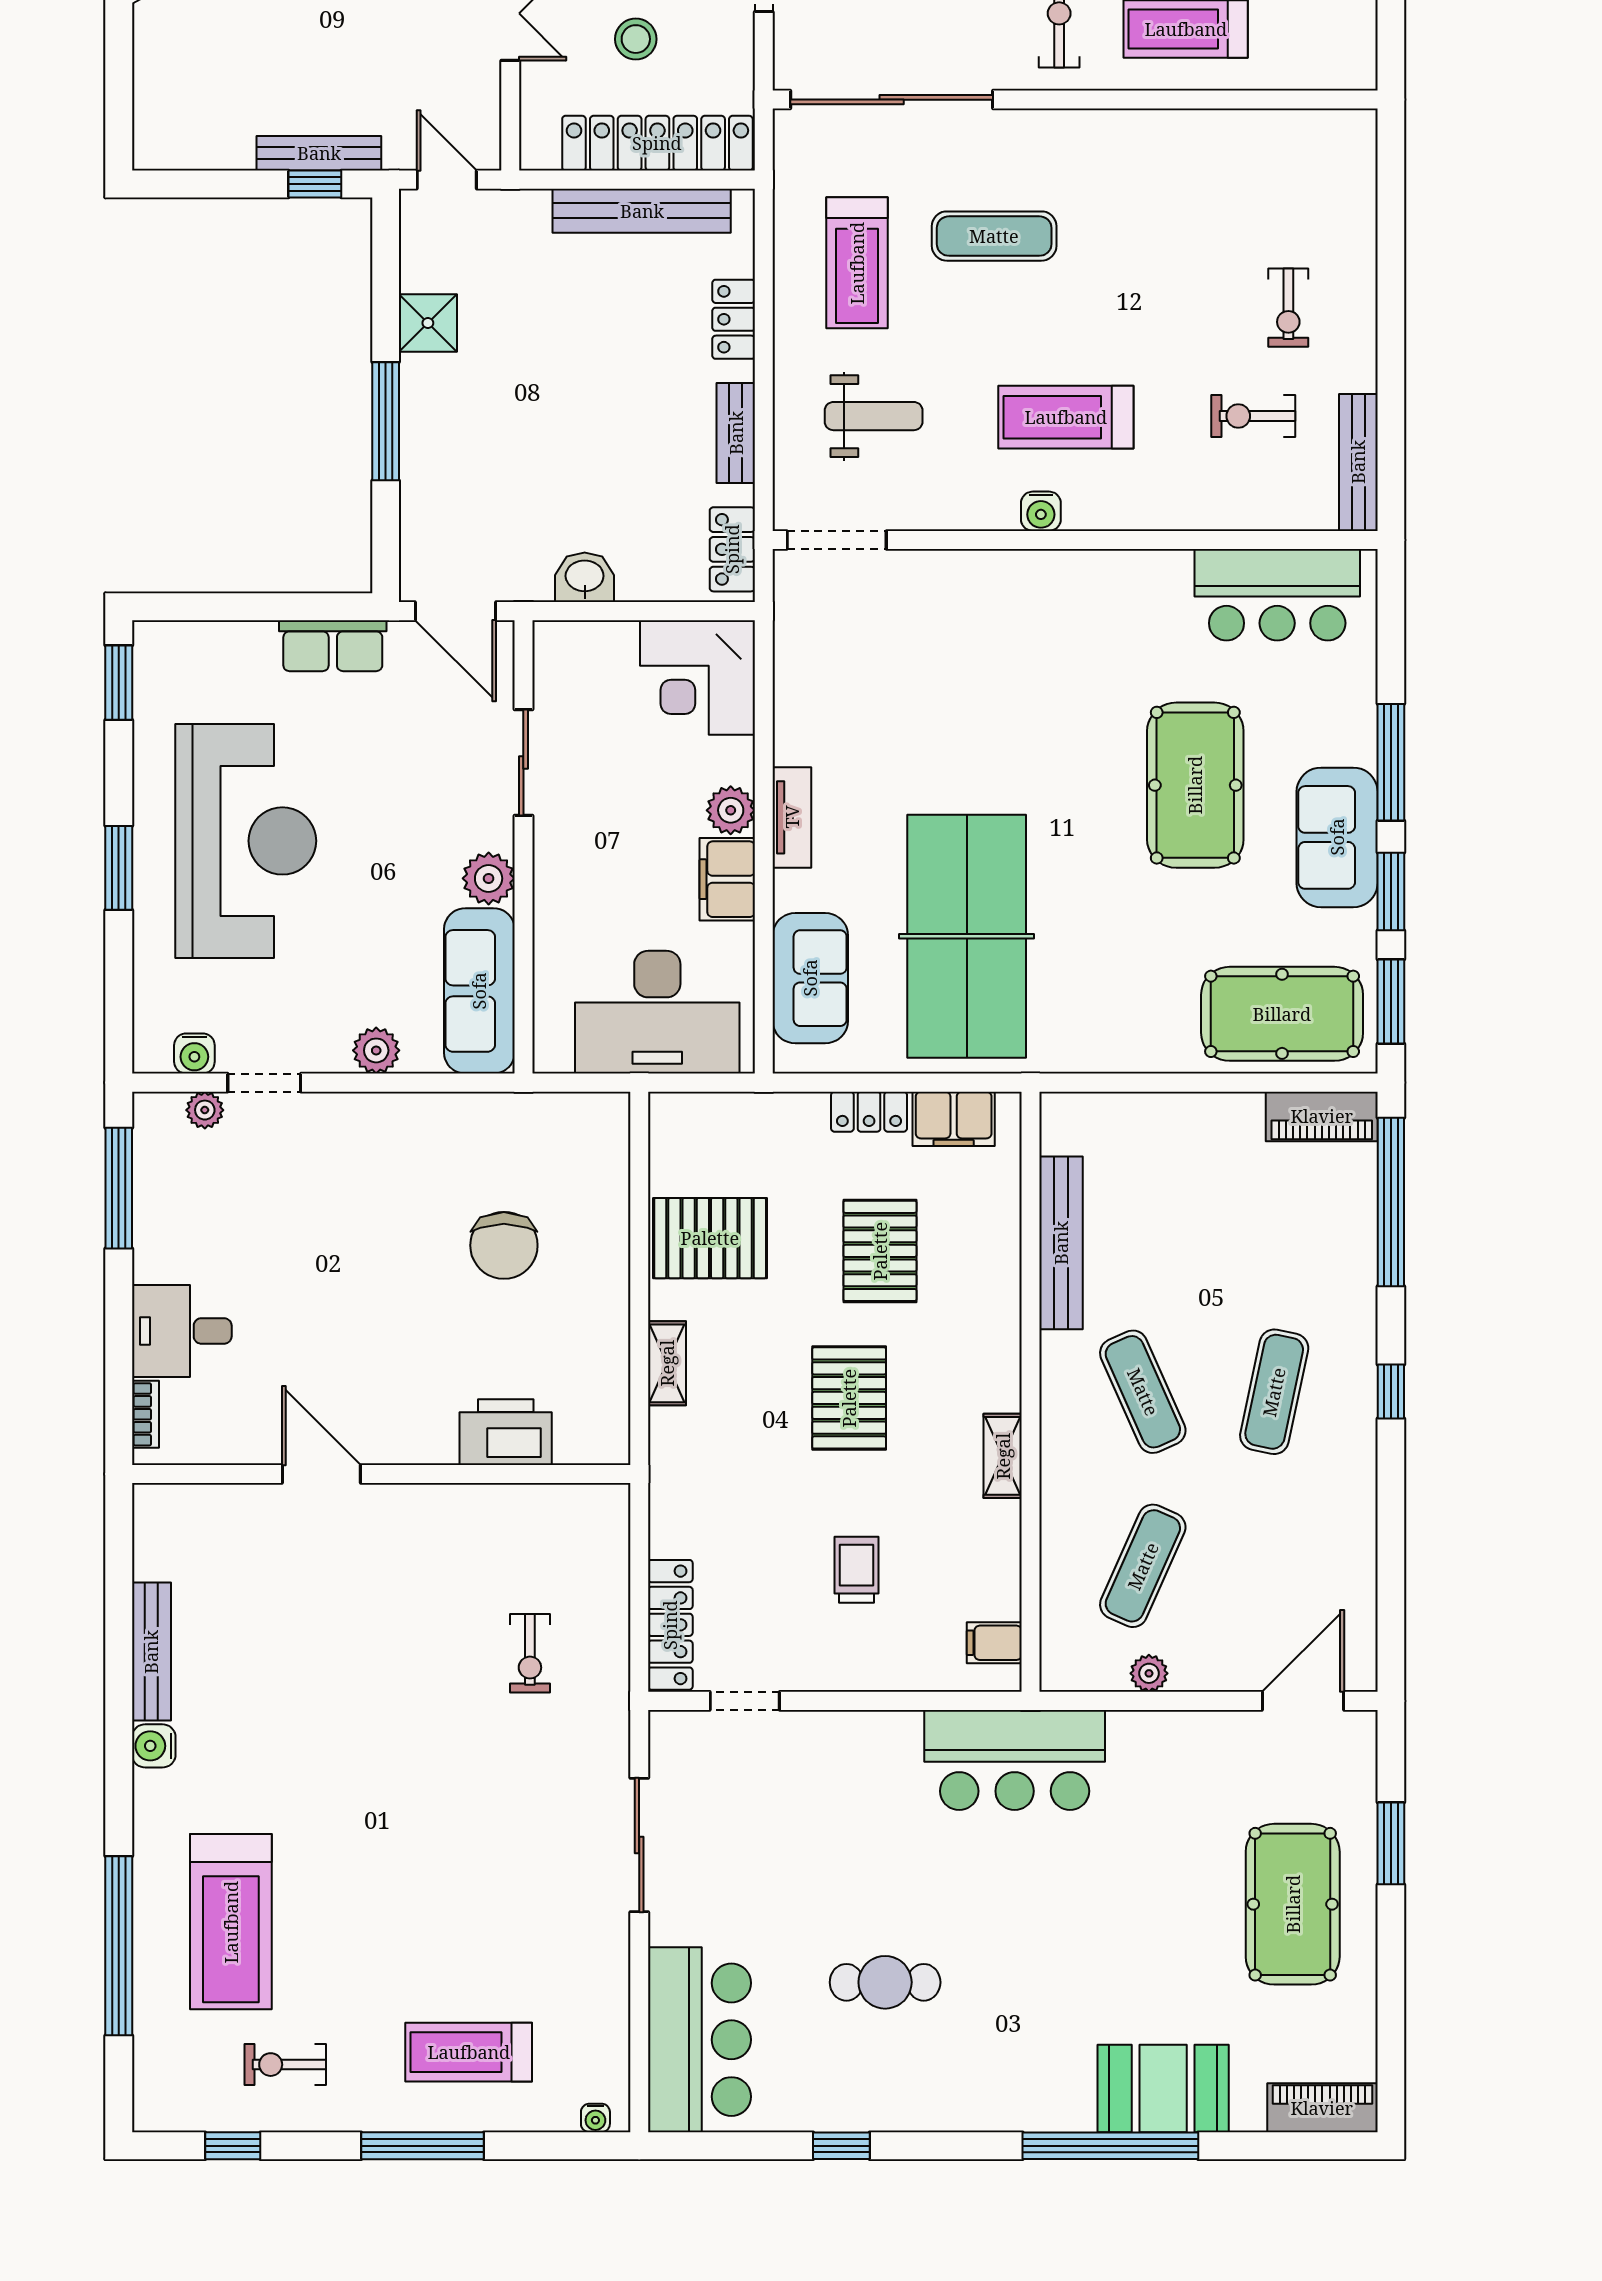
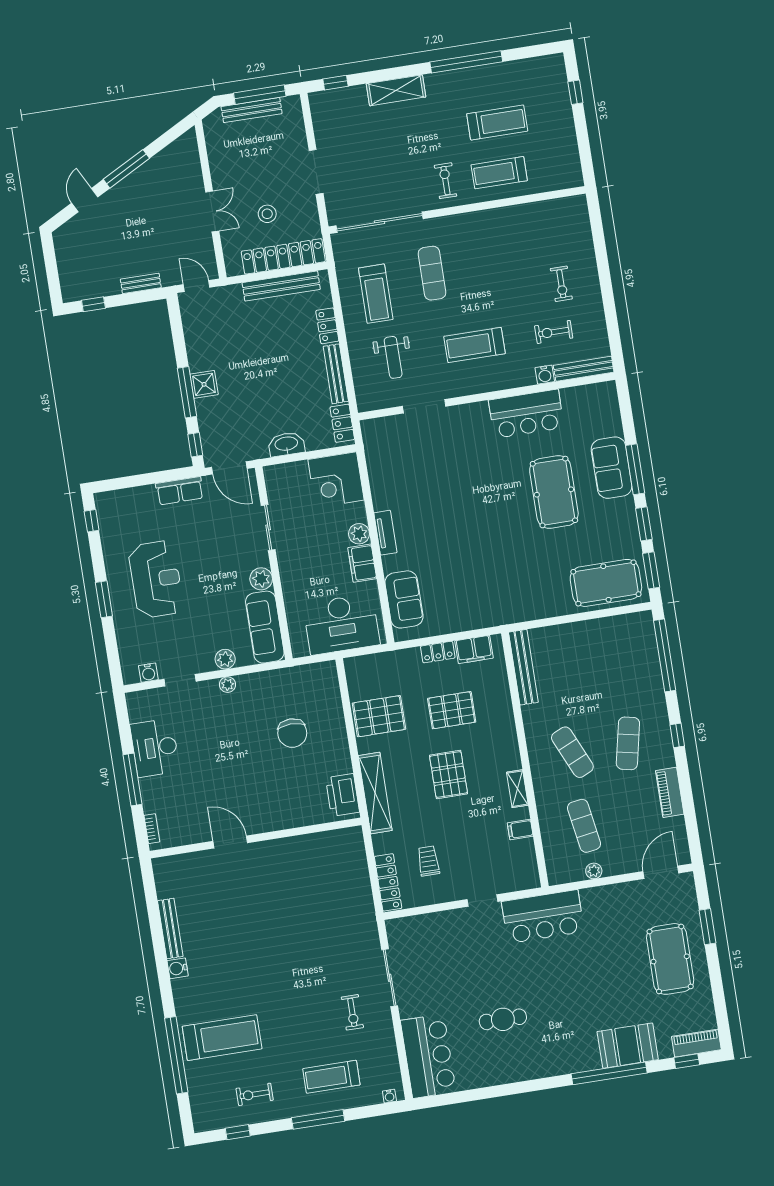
bench: (319, 153) -> (141, 283), width x0.73
window: (315, 184) -> (93, 304), moved
exercise mat: (994, 236) -> (432, 273), turned 90
shower: (428, 323) -> (204, 384), moved
weight bench: (874, 416) -> (393, 357), turned 90
bench: (736, 433) -> (336, 374), width x1.36
bench: (1358, 462) -> (584, 369), moved, turned 90
water cooler: (1041, 511) -> (545, 375), moved
doorway: (837, 540) -> (424, 406), moved
window: (386, 545) -> (195, 445), added
washbasin: (585, 577) -> (286, 444), width x1.38
bar counter: (1277, 595) -> (526, 414), moved
window: (119, 683) -> (92, 521), width x0.67
sofa: (1337, 837) -> (612, 468), moved
reception desk: (246, 841) -> (156, 579), width x0.74, depth x0.77
table tennis table: (967, 936) -> (467, 571), removed
plant: (205, 1110) -> (228, 685), moved
piano: (1322, 1116) -> (670, 792), moved, turned 90
window: (119, 1188) -> (133, 780), moved
bench: (1061, 1243) -> (523, 667), moved
pallet: (880, 1251) -> (452, 710), turned 90
desk: (182, 1331) -> (155, 748), moved, width x1.37
shelving: (667, 1363) -> (375, 793), width x2.20, depth x1.33
printer: (506, 1432) -> (342, 795), moved, turned -90
exercise mat: (1143, 1566) -> (584, 826), turned -33
trolley: (857, 1570) -> (428, 861), moved
filing cabinet: (994, 1643) -> (520, 830), moved
exercise bike: (530, 1653) -> (352, 1012), moved
doorway: (745, 1701) -> (482, 901), moved
treadmill: (231, 1922) -> (222, 1038), turned -90
window: (841, 2146) -> (687, 1061), moved

